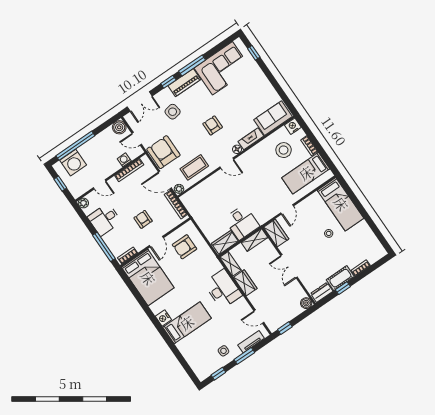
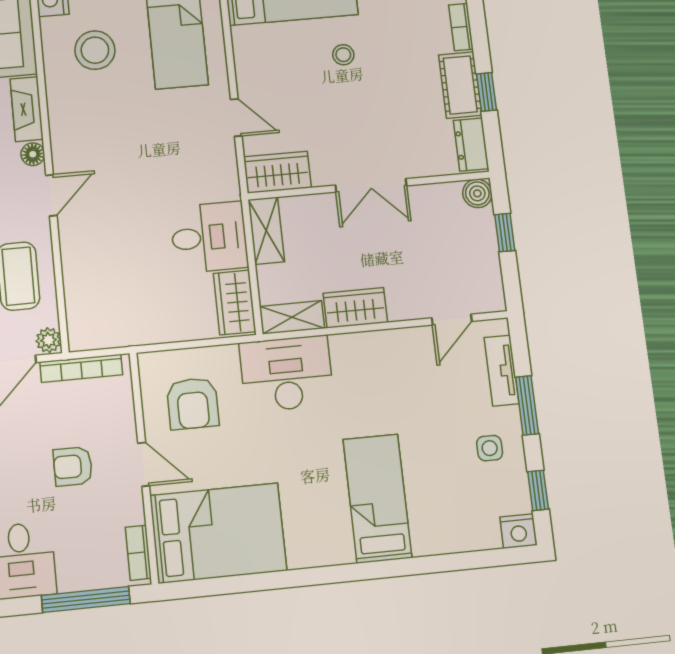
desk: (223, 289) -> (287, 374), moved
nightstand: (163, 318) -> (518, 531), moved
window: (285, 328) -> (505, 233), moved

